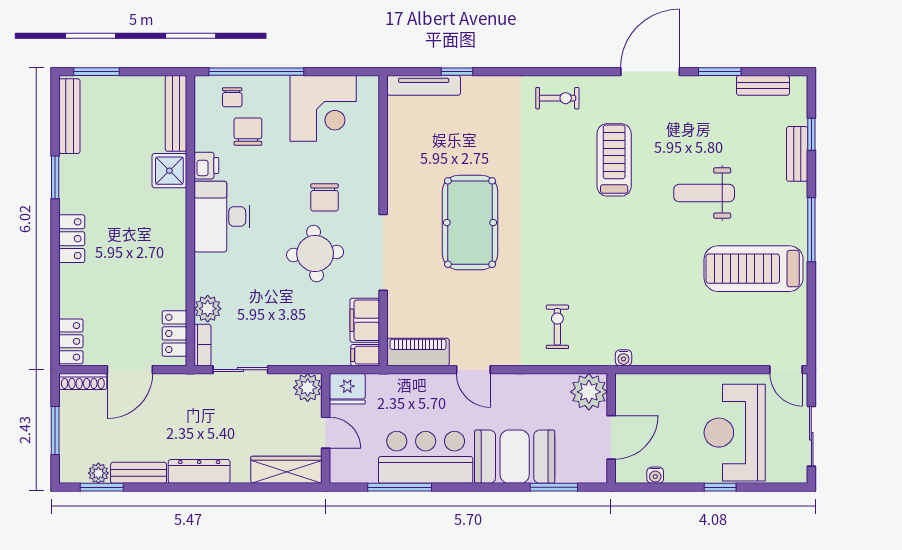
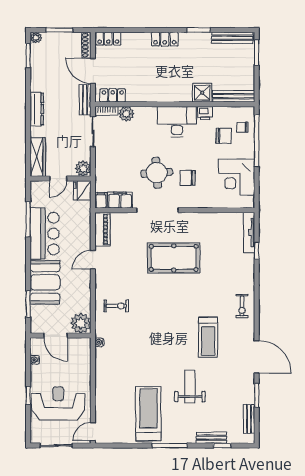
treadmill: (614, 160) -> (208, 337), turned 90
plant: (98, 473) -> (36, 38), moved
bench: (139, 473) -> (85, 100), moved

